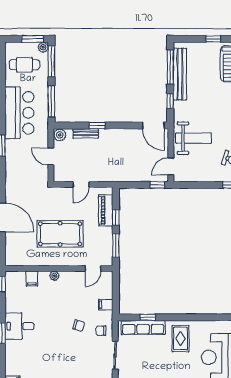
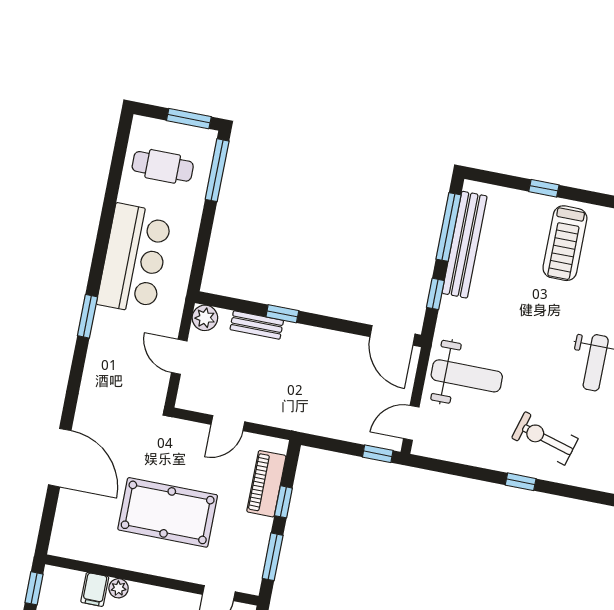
plant: (43, 47) -> (206, 139), removed
window: (51, 101) -> (202, 249), removed
plant: (54, 276) -> (119, 588), moved

